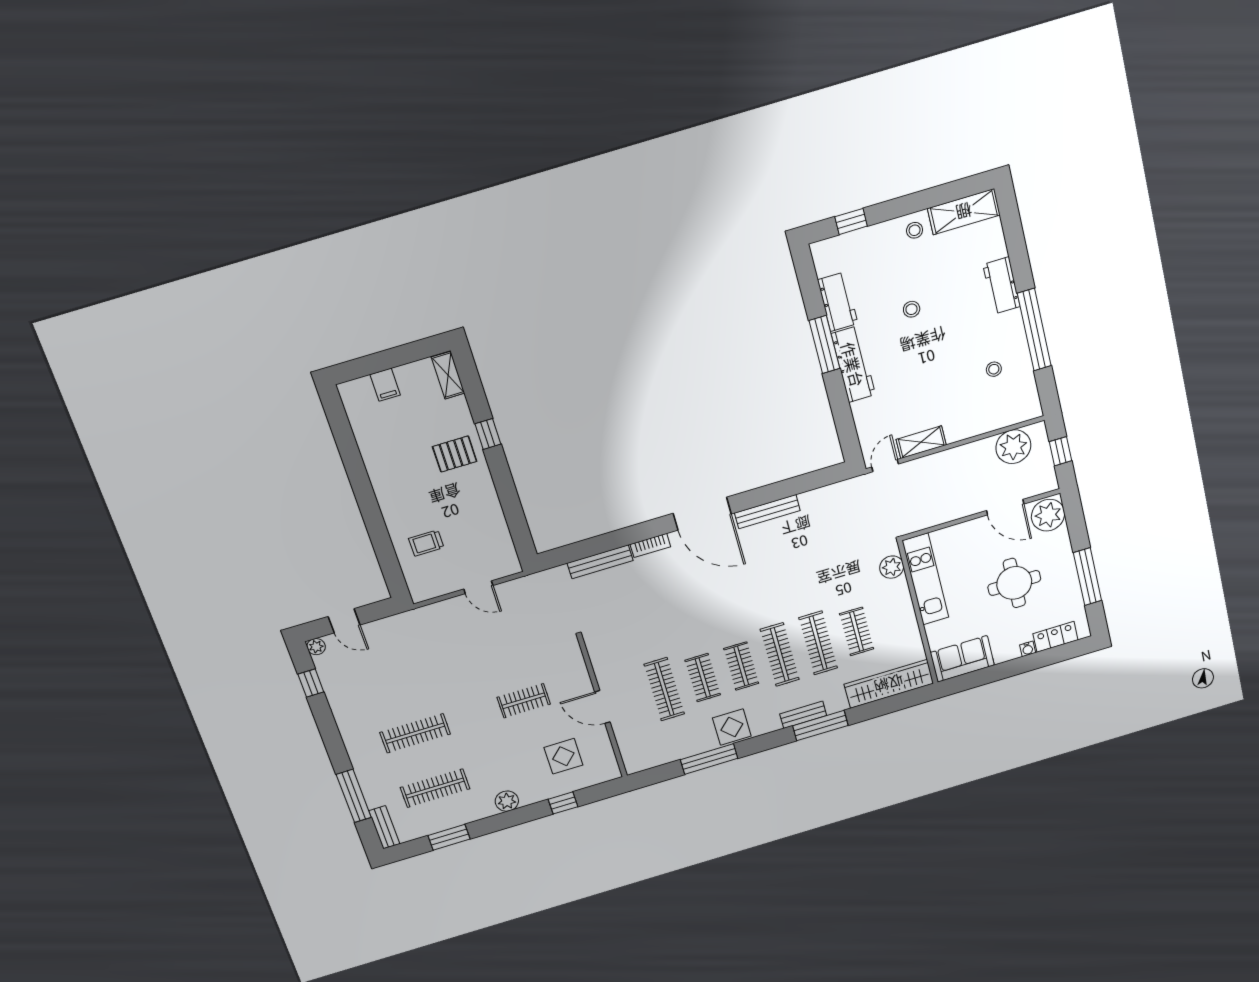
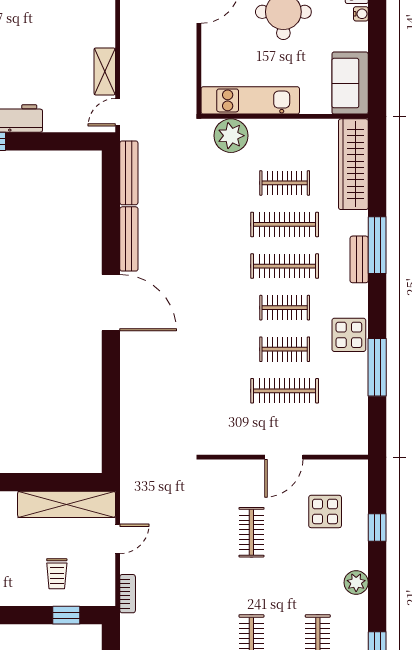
door: (885, 466) -> (118, 112), hinge flipped
door: (702, 514) -> (111, 303), hinge flipped
shelving: (496, 532) -> (67, 504), added
bookcase: (650, 545) -> (128, 594), moved
bench: (600, 562) -> (129, 173), moved
window: (389, 563) -> (66, 615), added
plant: (892, 567) -> (231, 136), width x1.36, depth x1.36

